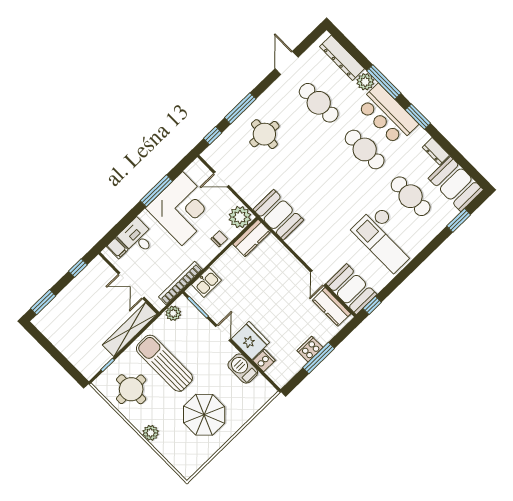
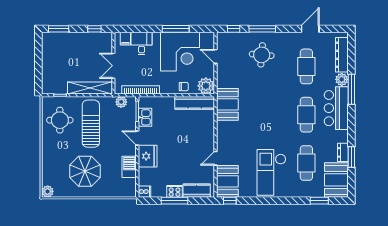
window: (418, 117) -> (351, 157), moved
kitchen counter: (252, 238) -> (195, 103), width x1.50
kitchen sink: (206, 282) -> (145, 117), moved, turned -90
kitchen counter: (332, 307) -> (197, 191), moved, turned 90
door: (223, 333) -> (137, 138), swing flipped
cooker: (264, 361) -> (144, 192), moved
plant: (151, 433) -> (48, 191), moved

